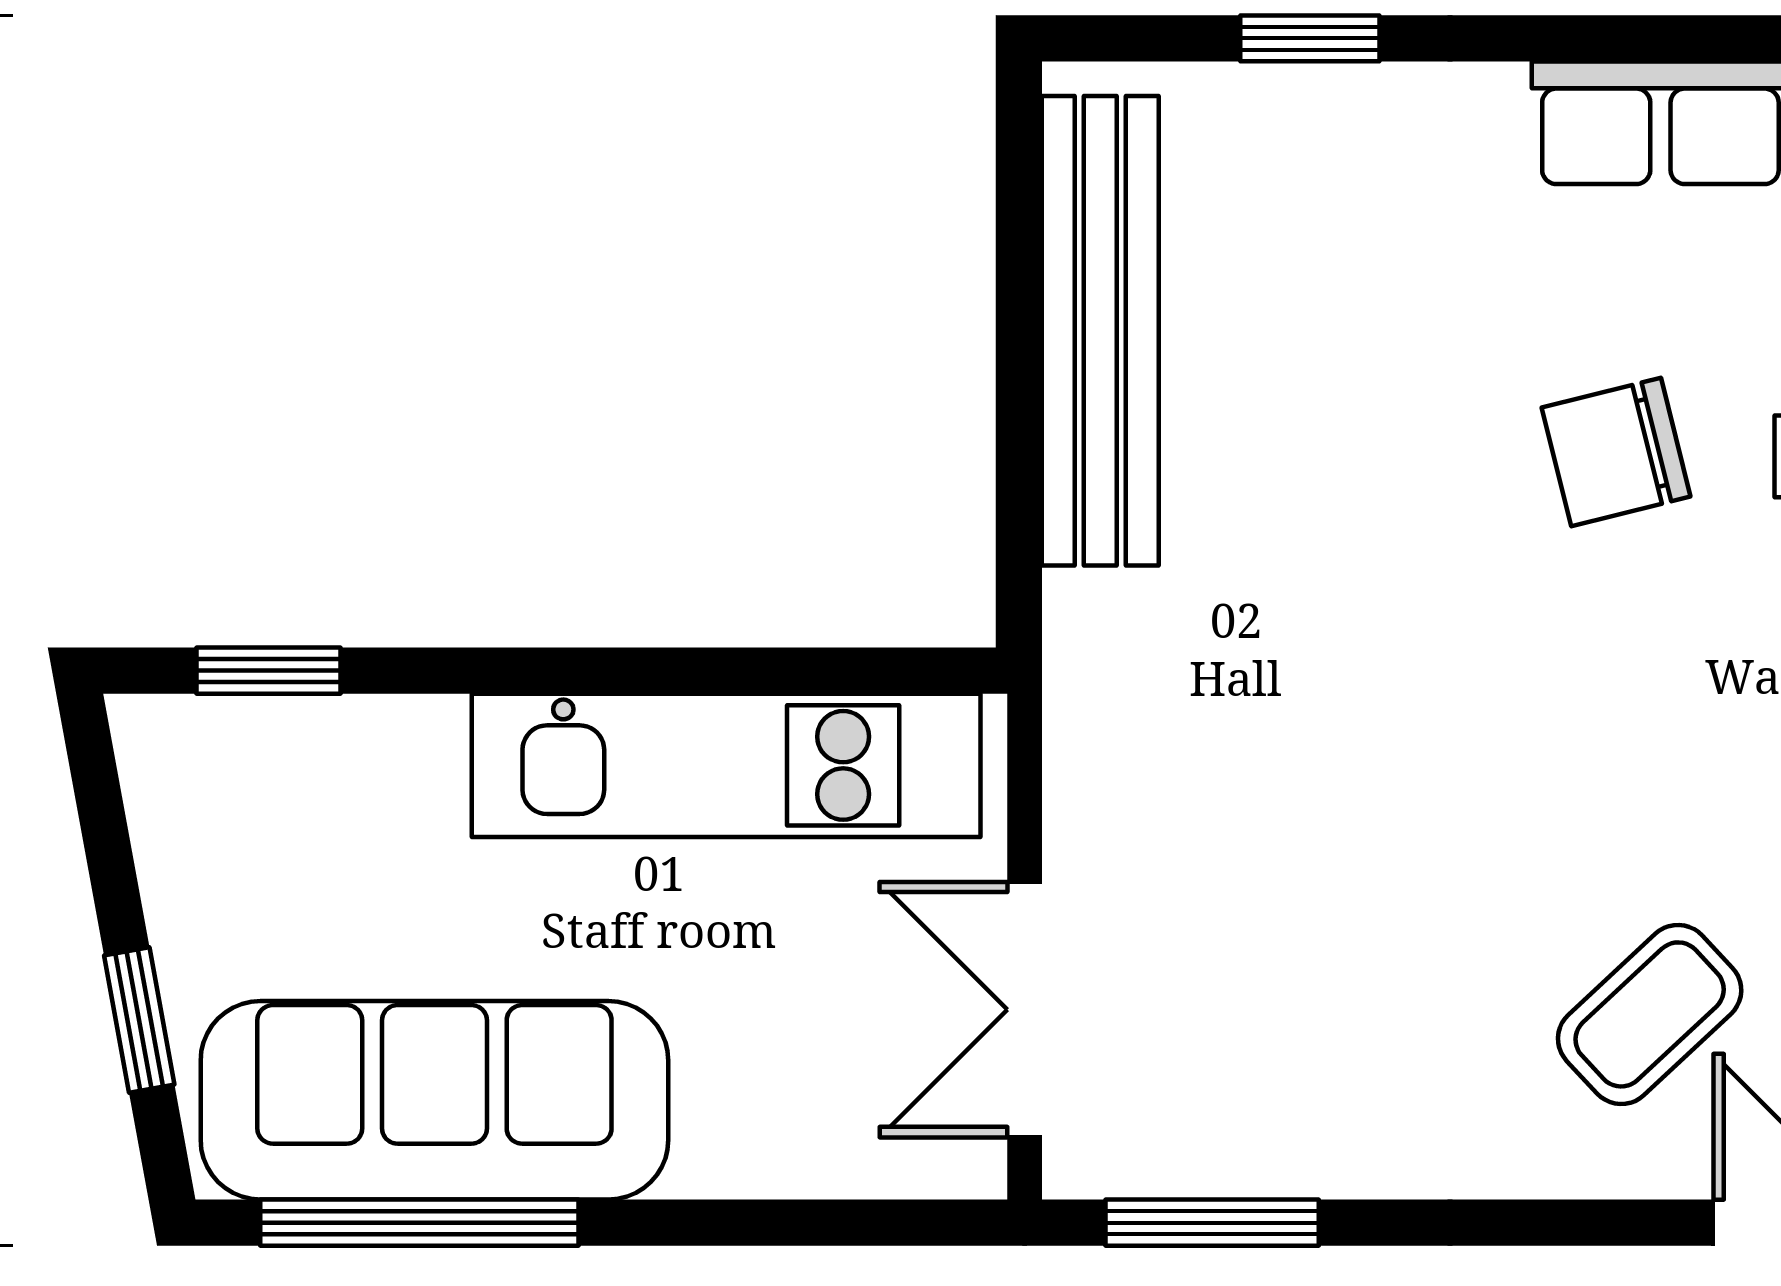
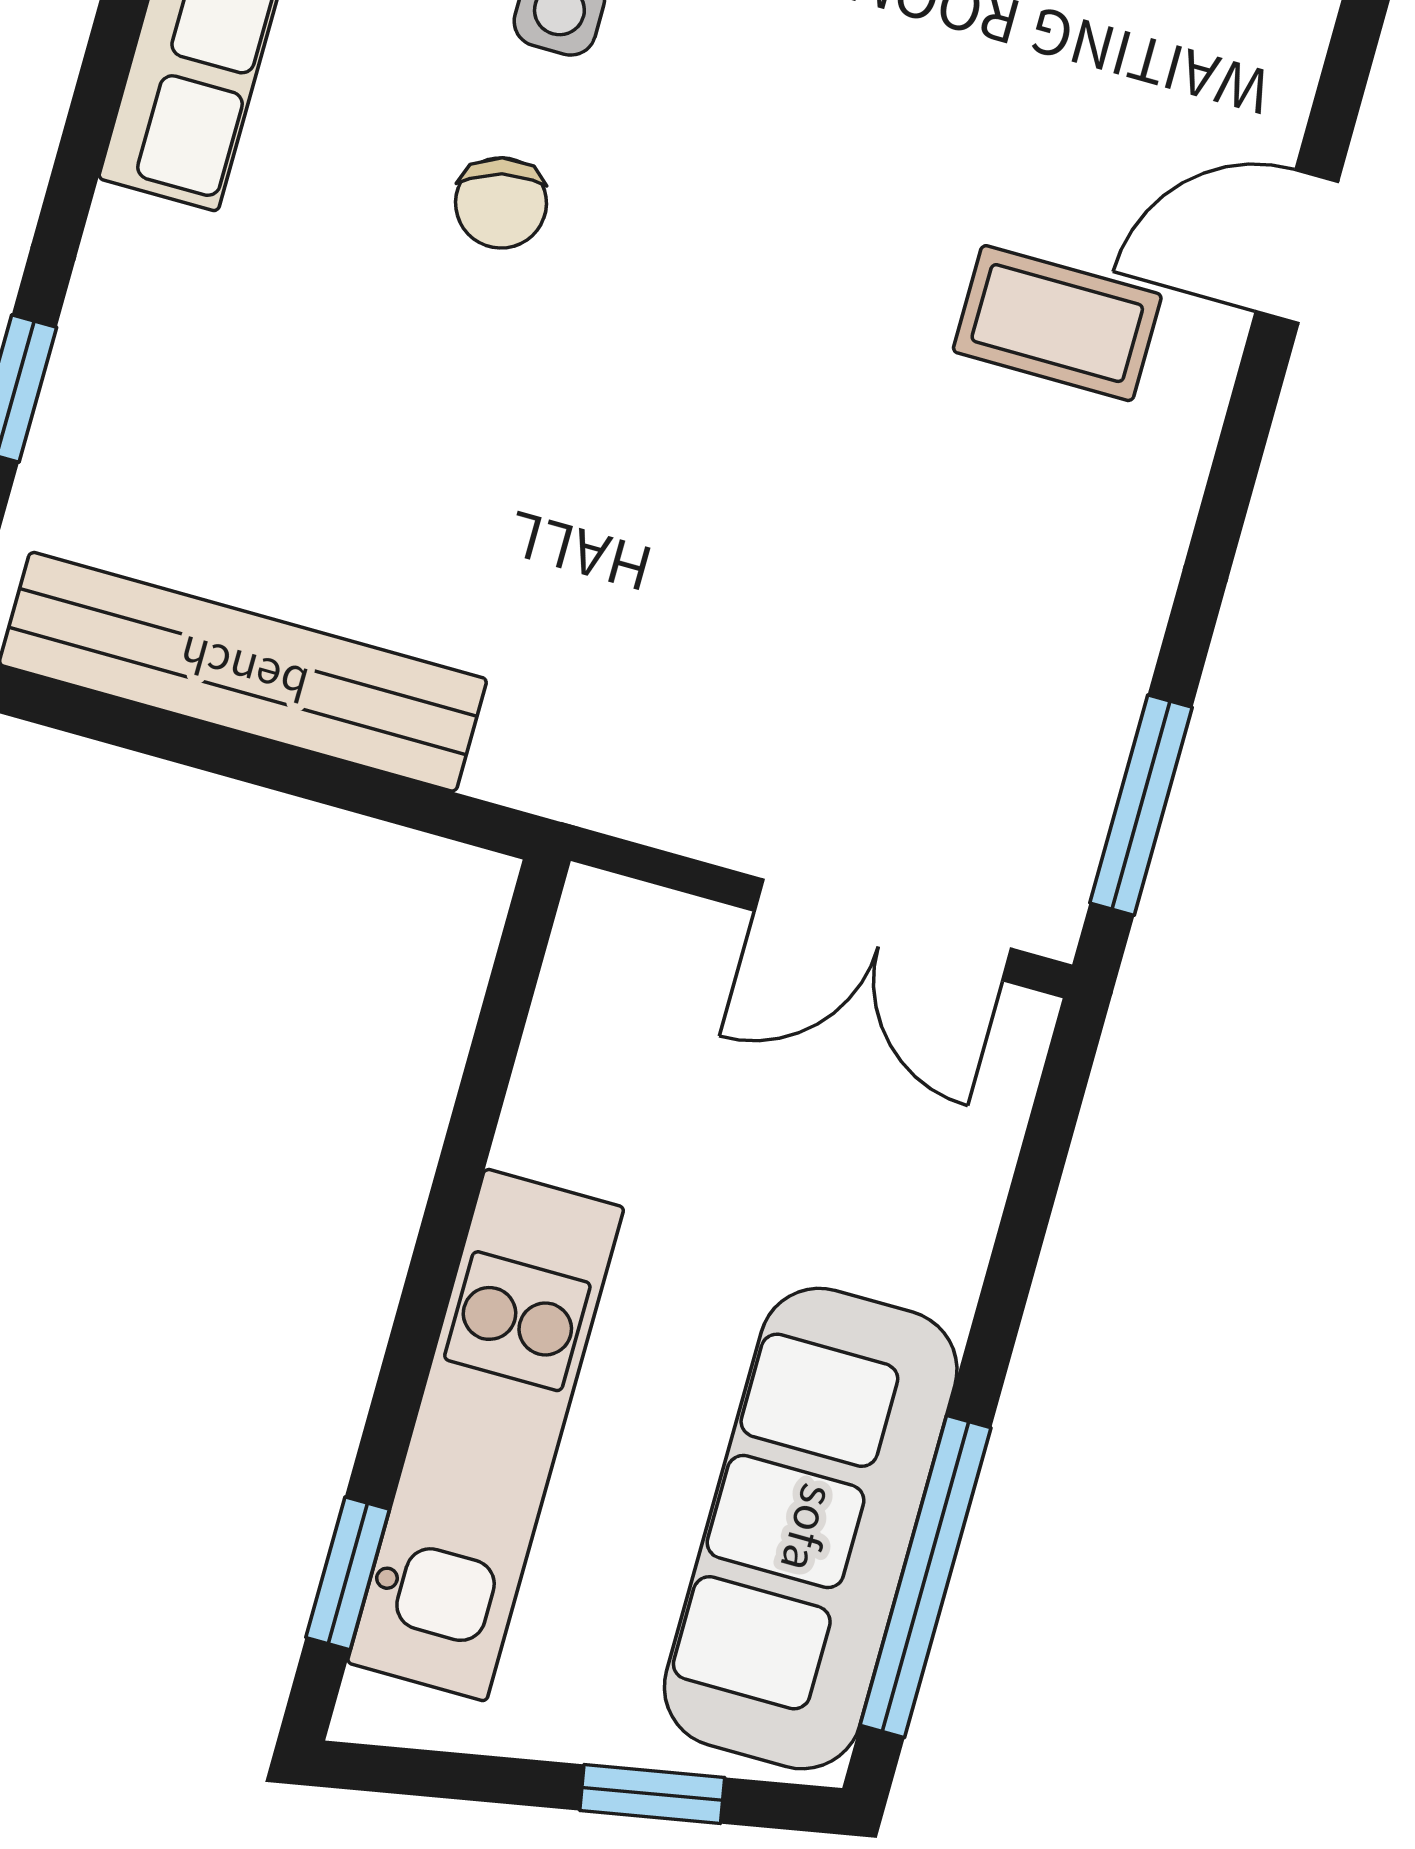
chair: (1616, 452) -> (501, 203), width x0.73, depth x0.73
kitchen unit: (726, 765) -> (486, 1435), moved
coffee table: (1650, 1014) -> (1057, 323), turned -47

